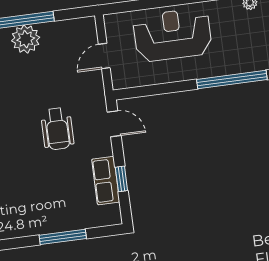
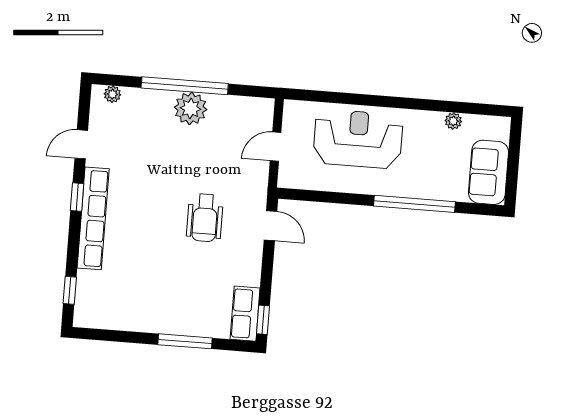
window: (121, 179) -> (263, 320), moved
row of seats: (106, 181) -> (245, 314), moved

